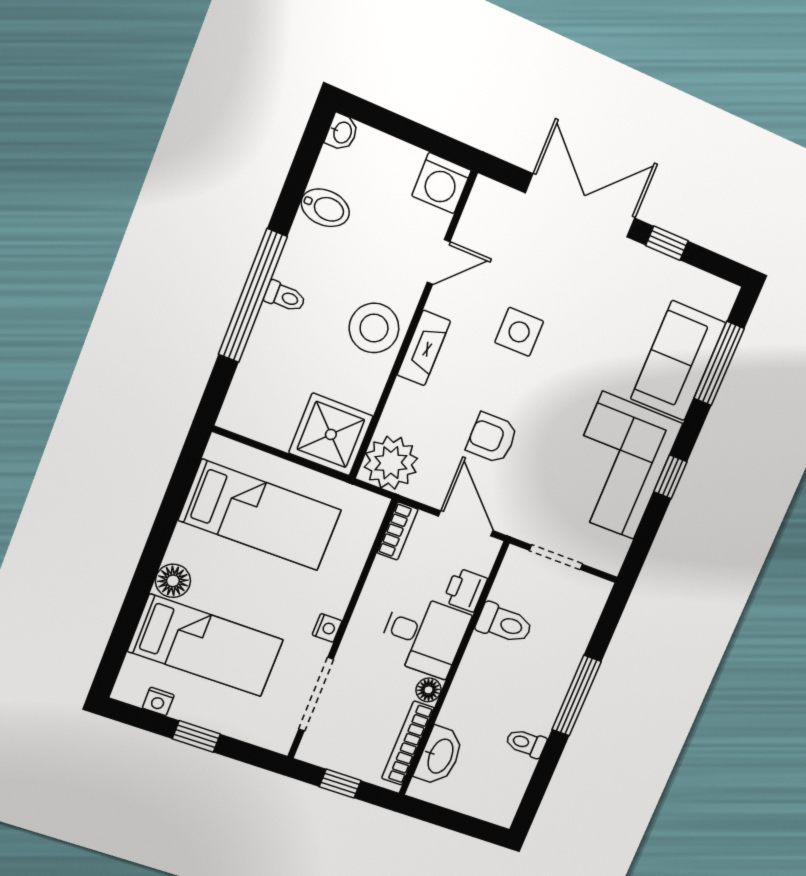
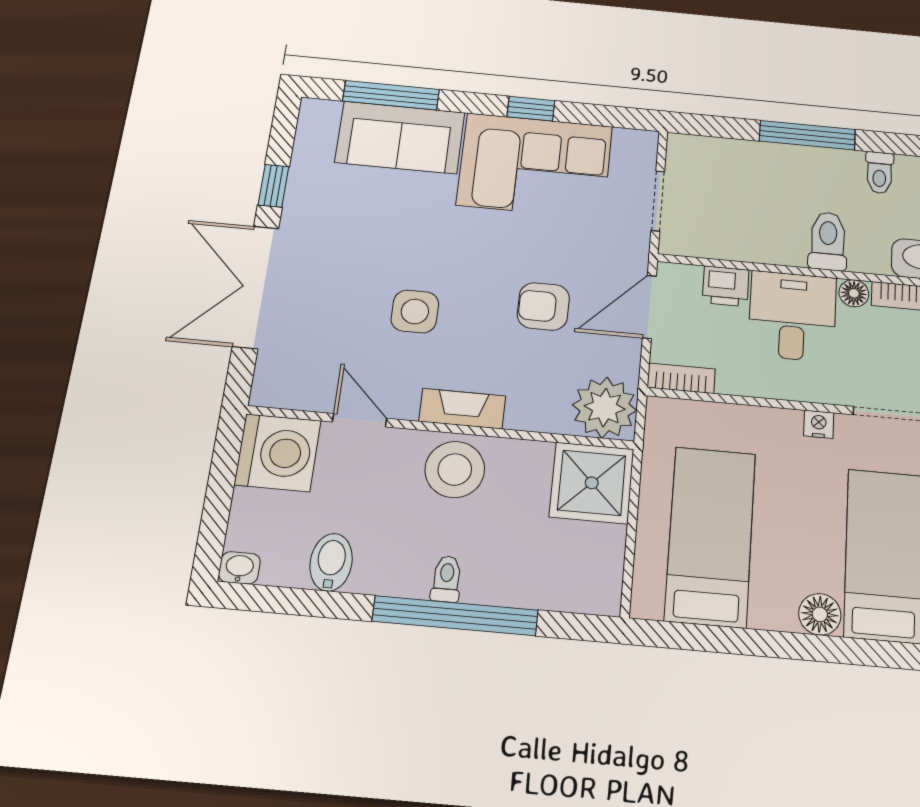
washing machine: (442, 183) -> (278, 453), width x1.37, depth x1.37
armchair: (492, 438) -> (543, 306), turned 90
toilet: (504, 624) -> (828, 241), moved

